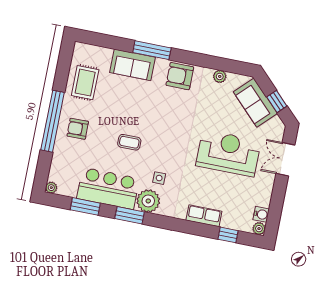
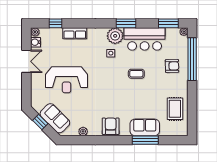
window: (152, 50) -> (145, 140), moved
armchair: (180, 76) -> (111, 126), turned -90
window: (53, 121) -> (192, 59), moved
armchair: (78, 129) -> (172, 66), moved
double door: (285, 159) -> (26, 61), moved
window: (85, 206) -> (168, 23), moved

